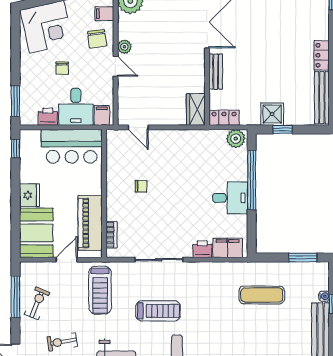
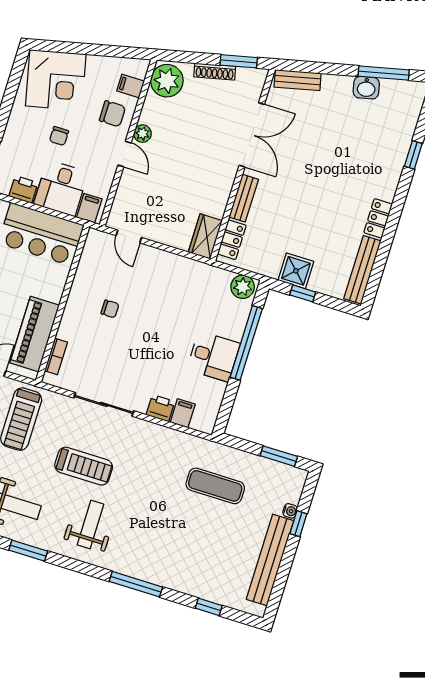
chair: (97, 39) -> (112, 114), turned -82
locker: (224, 118) -> (232, 240), moved, turned 90
filing cabinet: (228, 248) -> (183, 413), width x0.50

